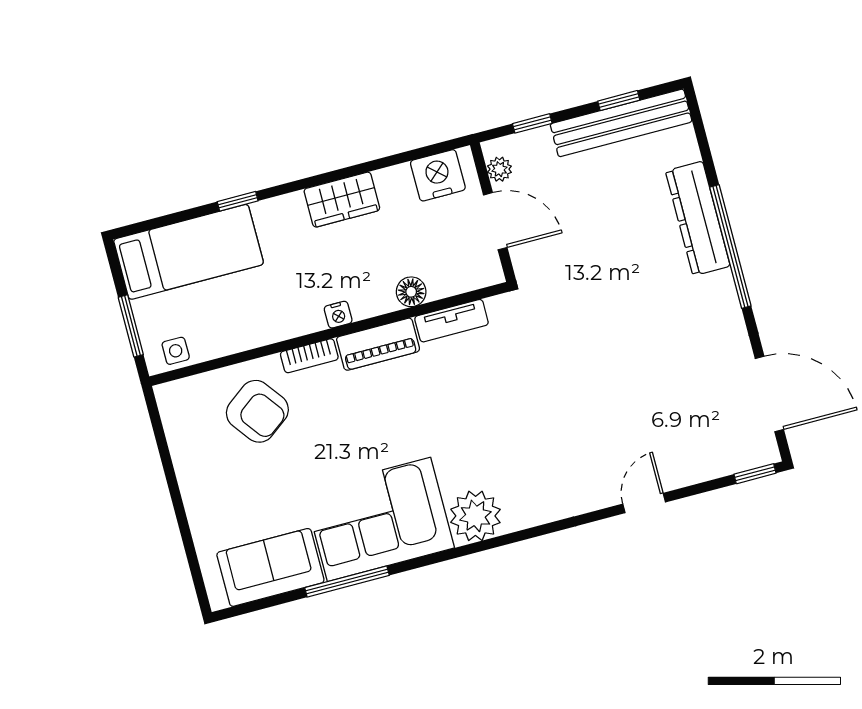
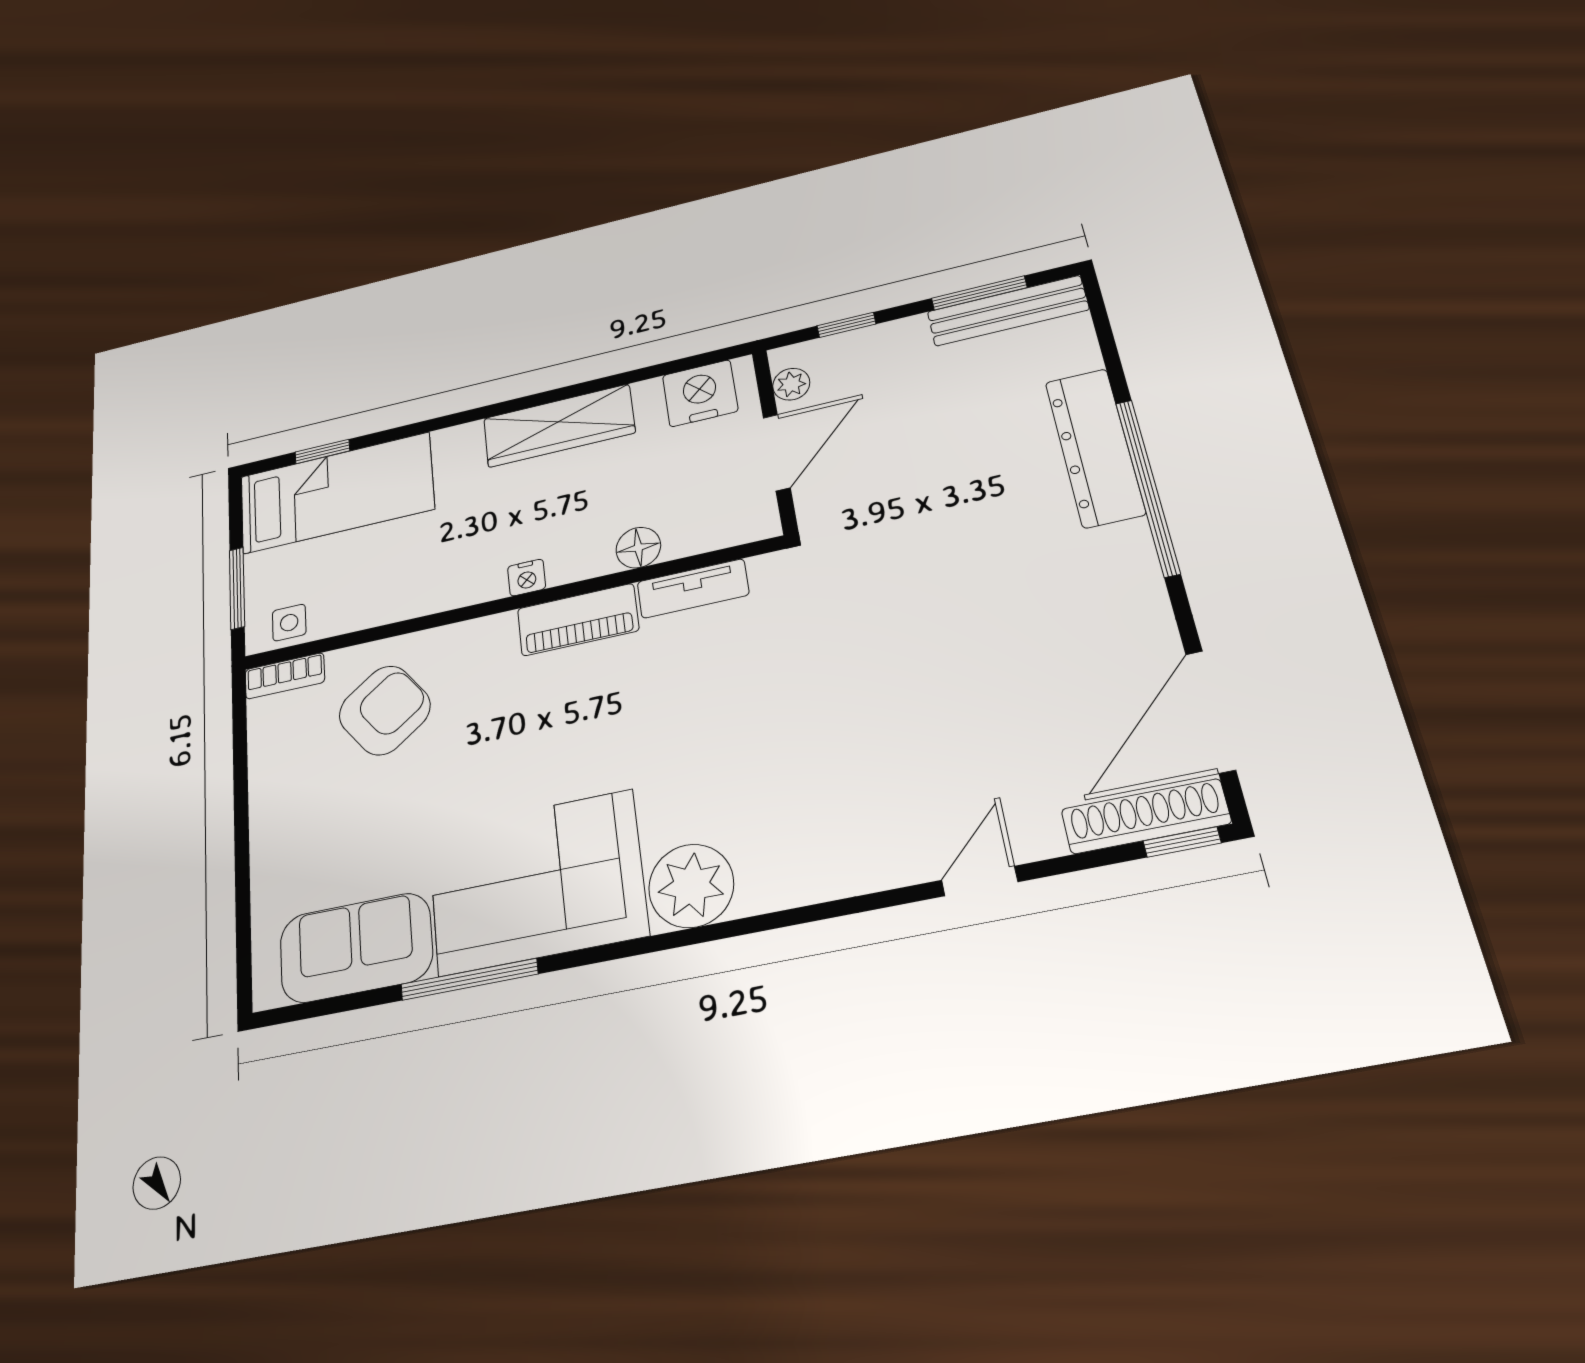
window: (619, 101) -> (979, 293), width x1.50
bench: (621, 123) -> (1008, 311), width x0.73, depth x0.82
wardrobe: (342, 200) -> (559, 426), width x1.50
window: (238, 201) -> (322, 451), moved
door: (495, 221) -> (777, 452), hinge flipped
bookcase: (309, 356) -> (285, 676), moved
door: (769, 394) -> (1210, 711), swing flipped
armchair: (257, 411) -> (385, 710), turned -89
shoe rack: (735, 460) -> (1146, 816), added

